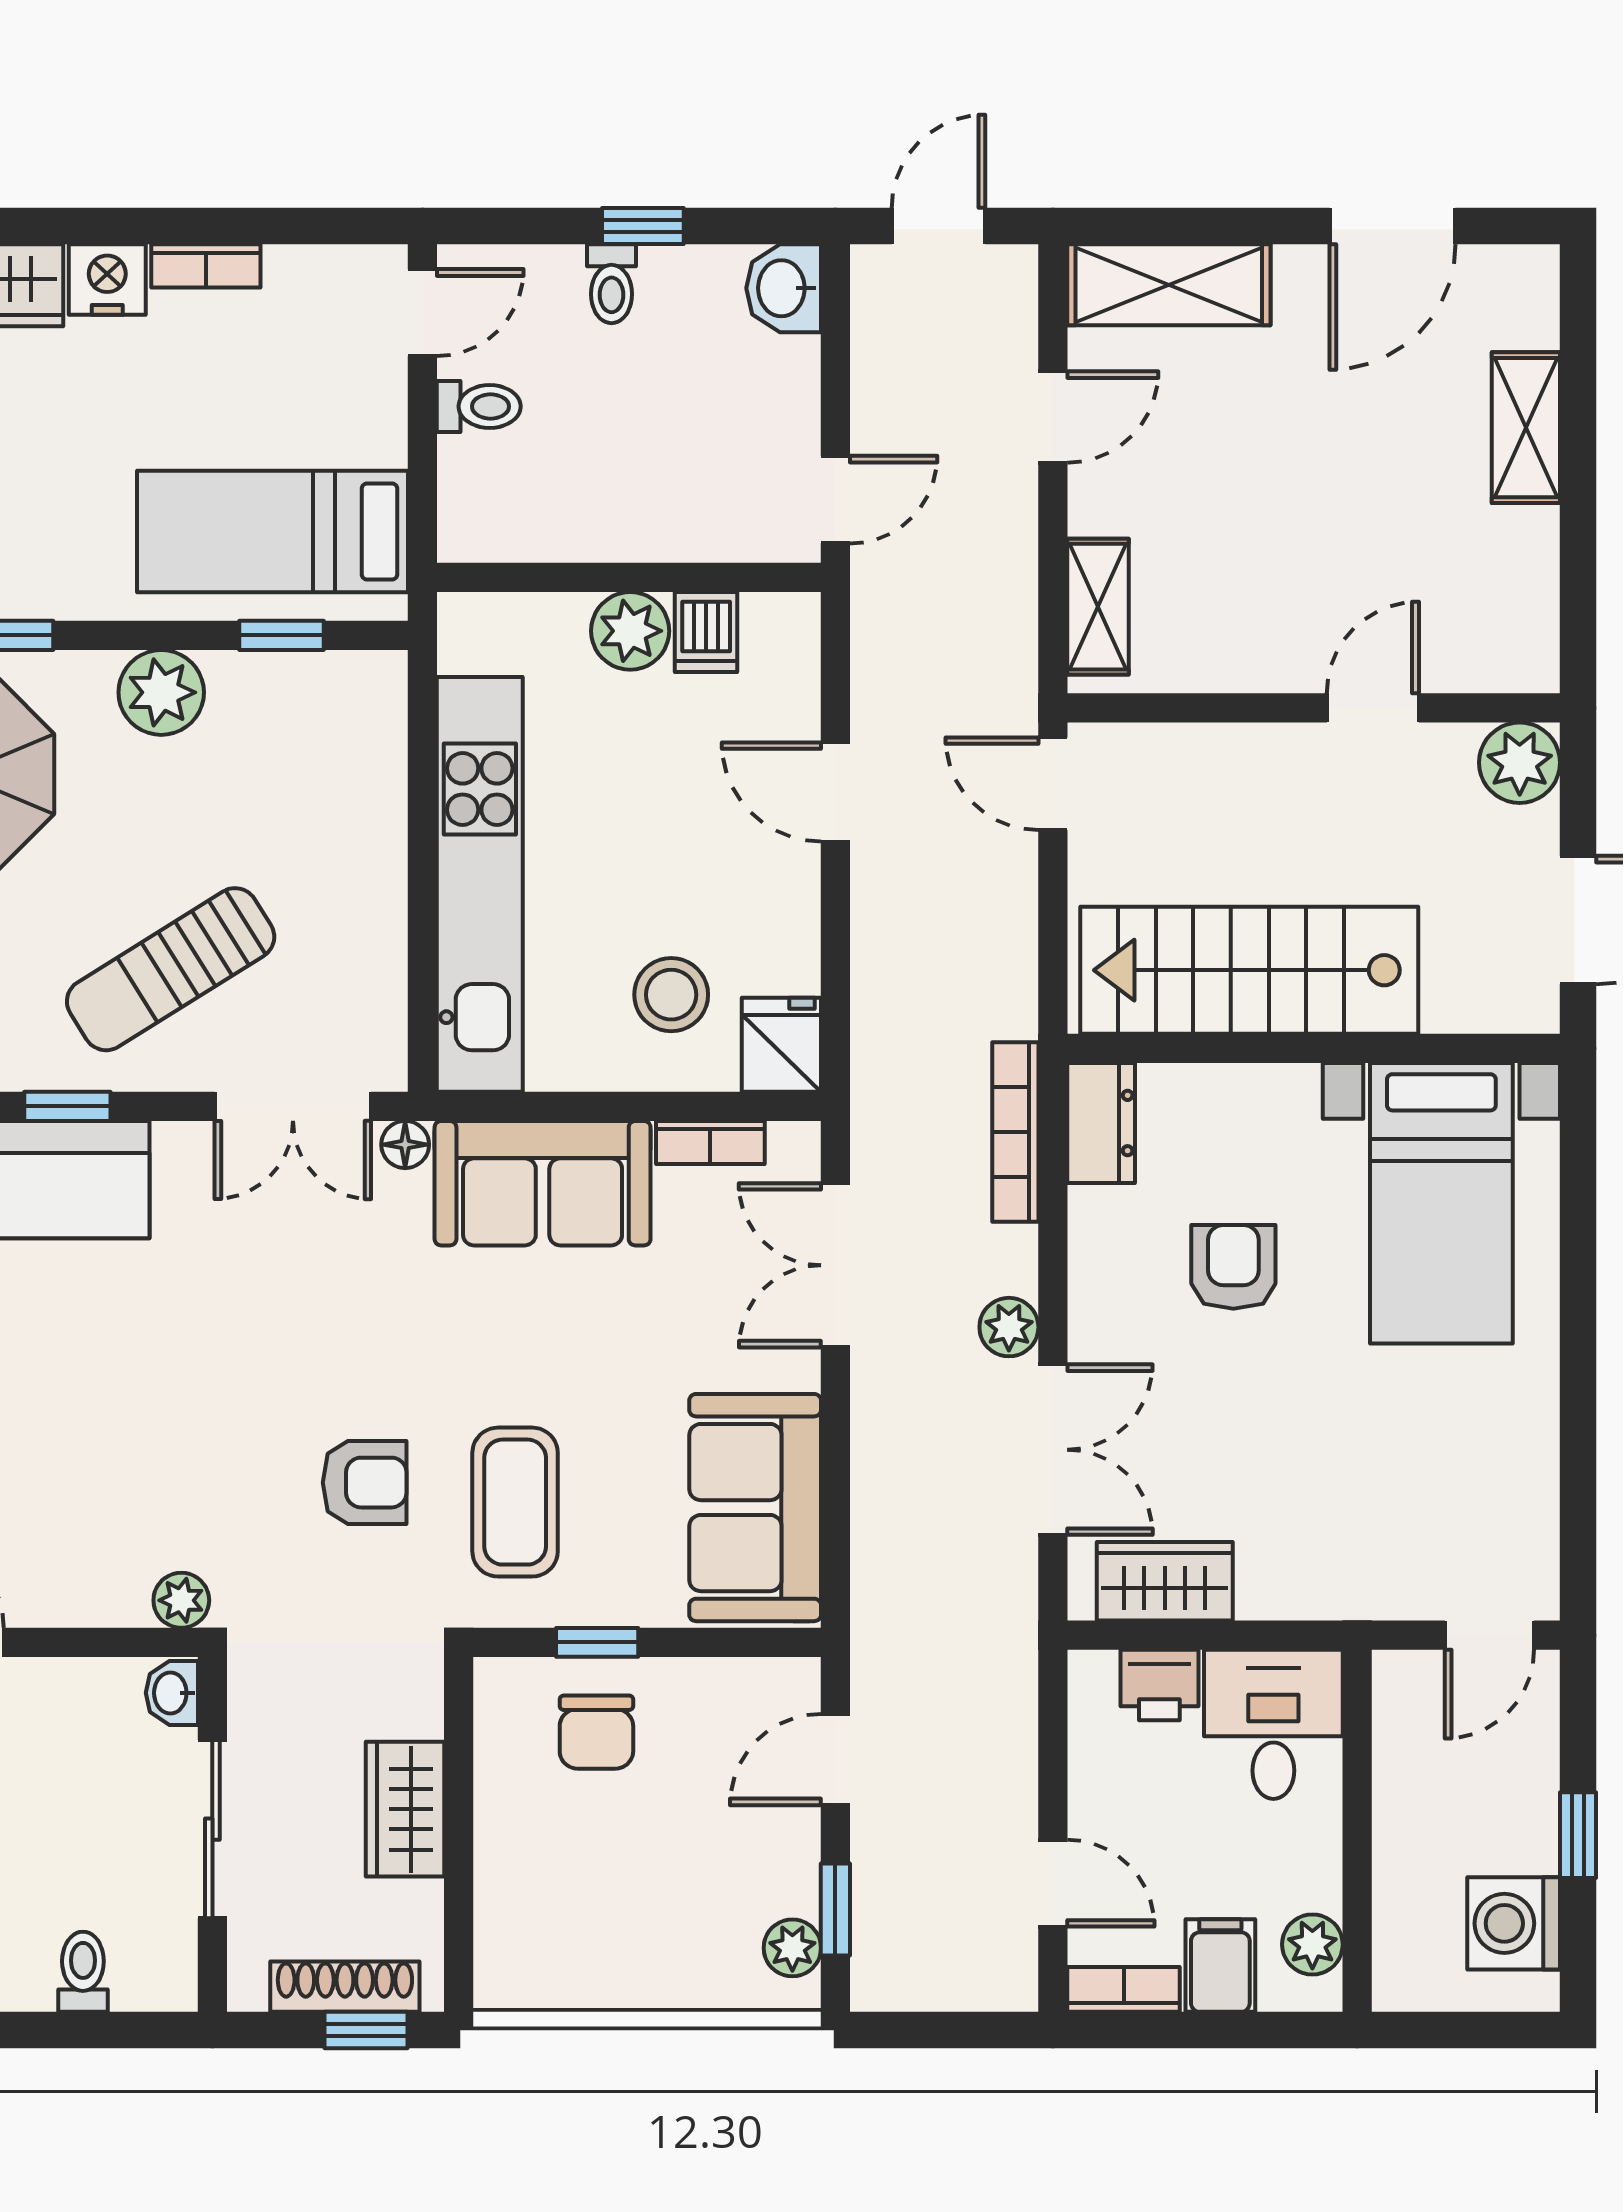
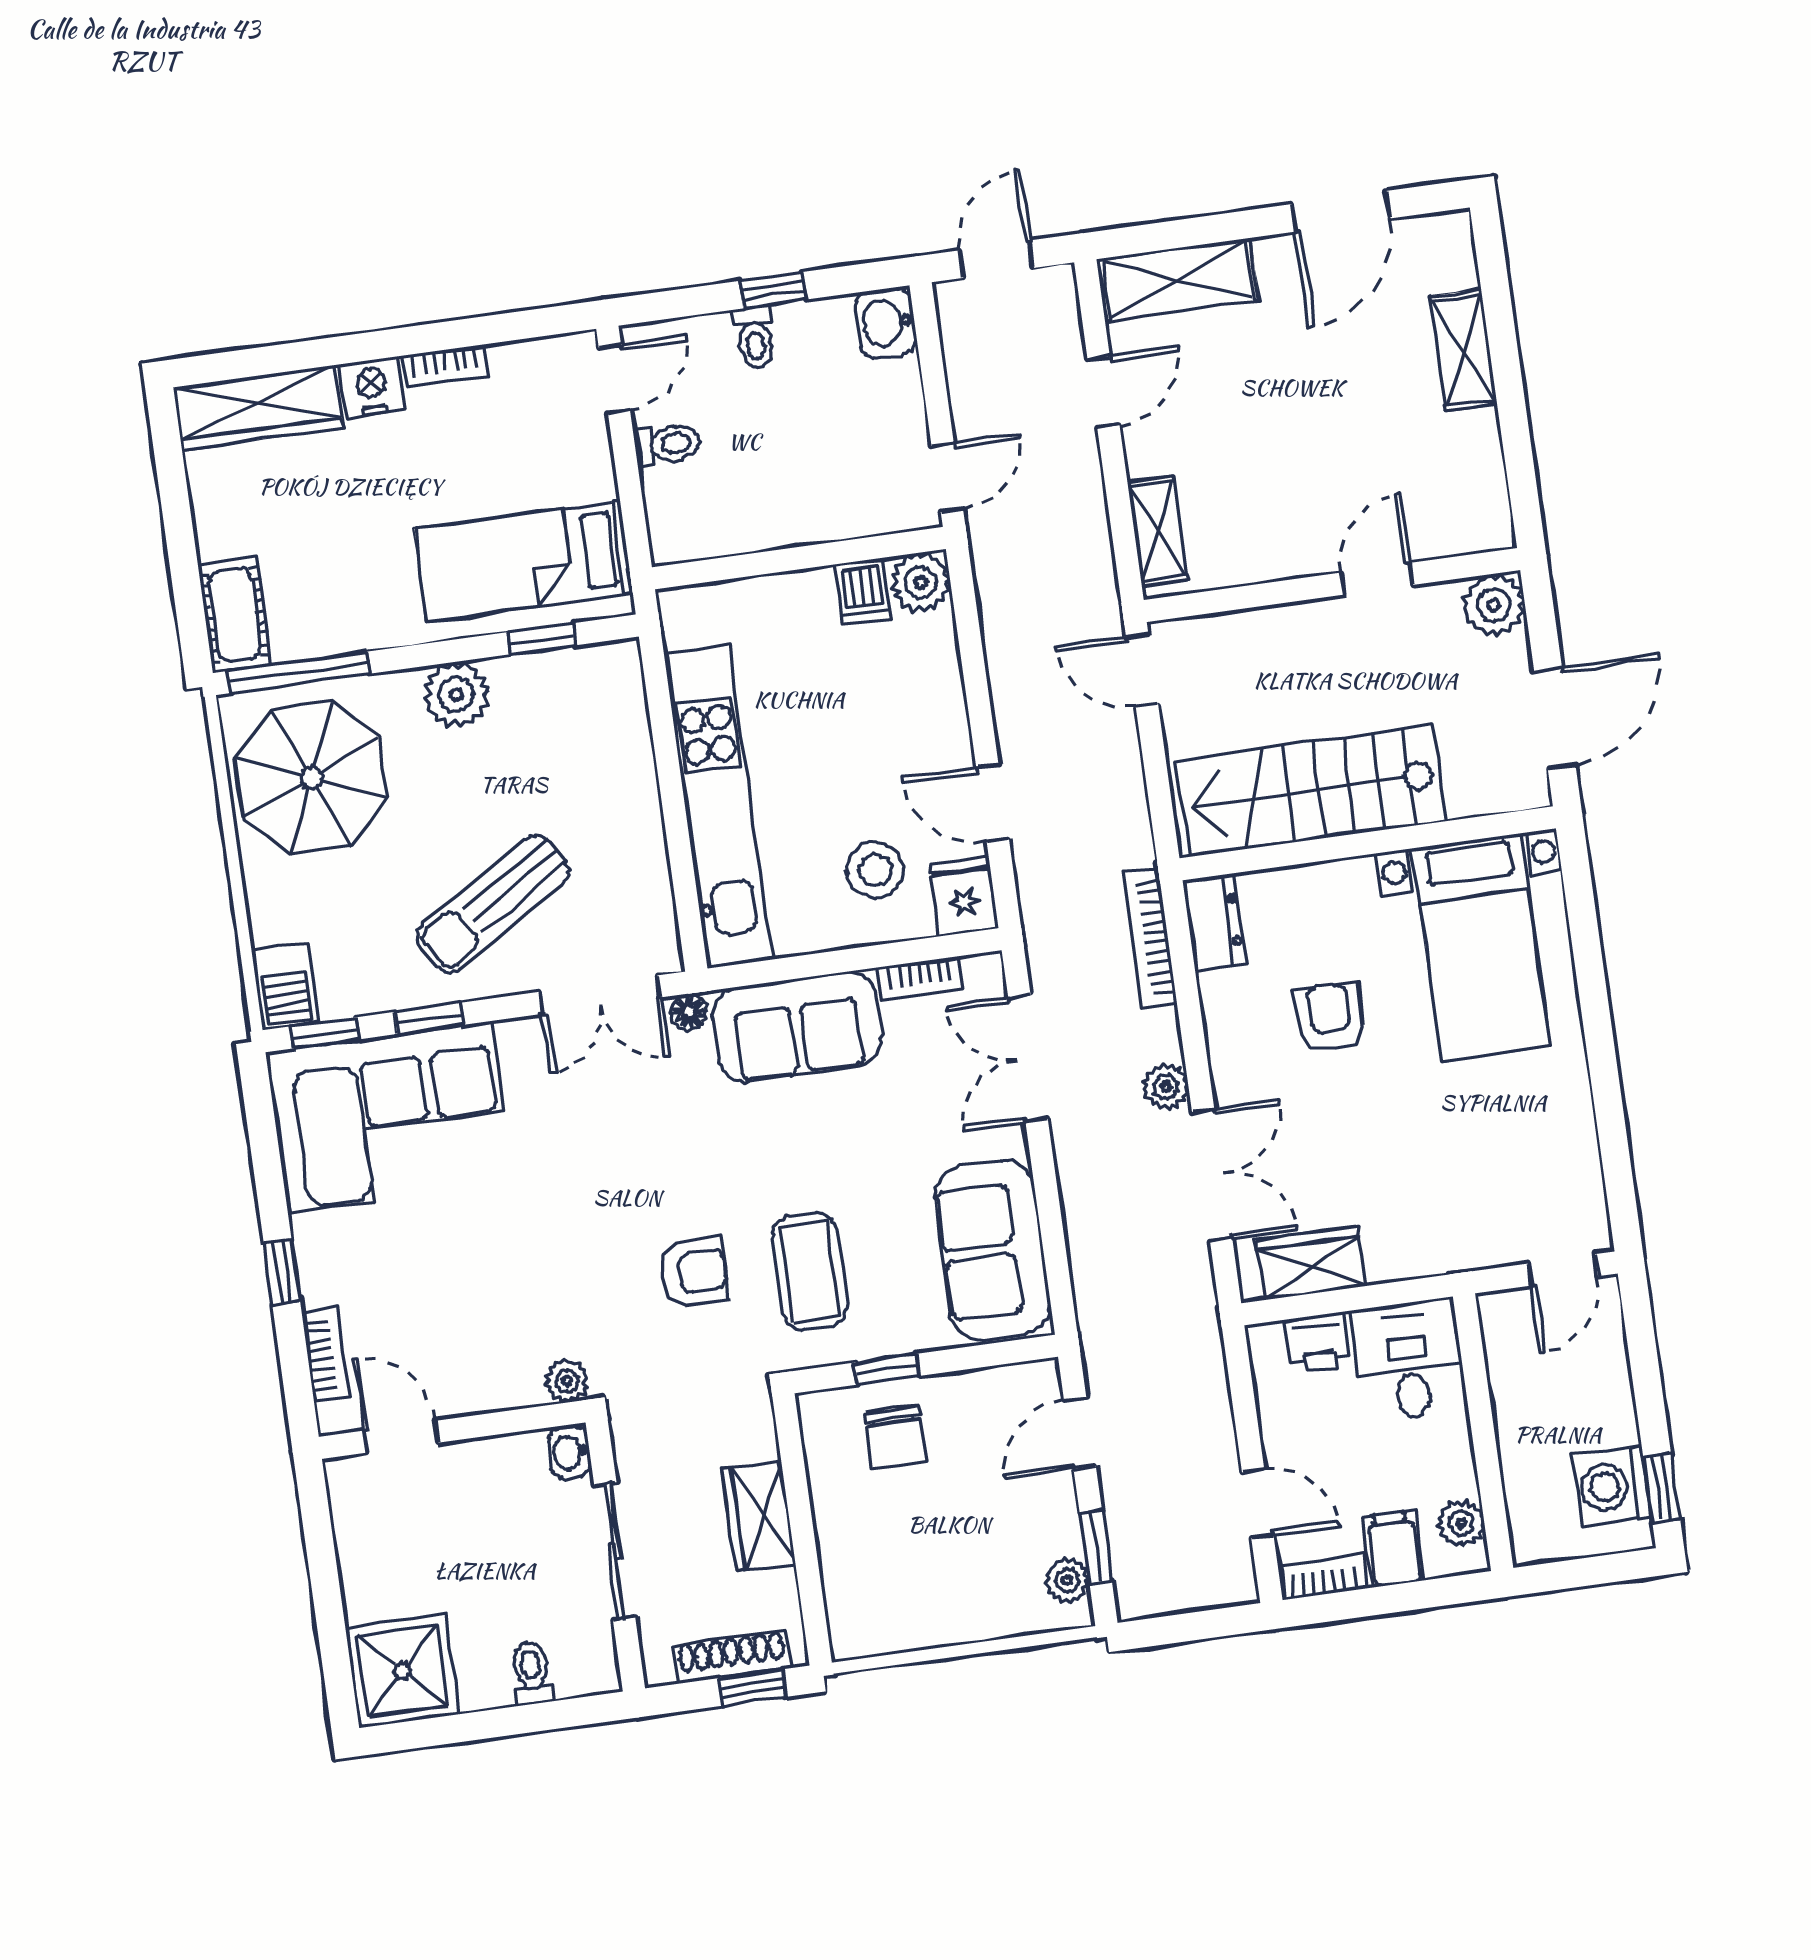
plant: (630, 631) -> (921, 583), moved
door: (835, 792) -> (993, 803), moved
window: (1578, 1835) -> (1662, 1488), moved

